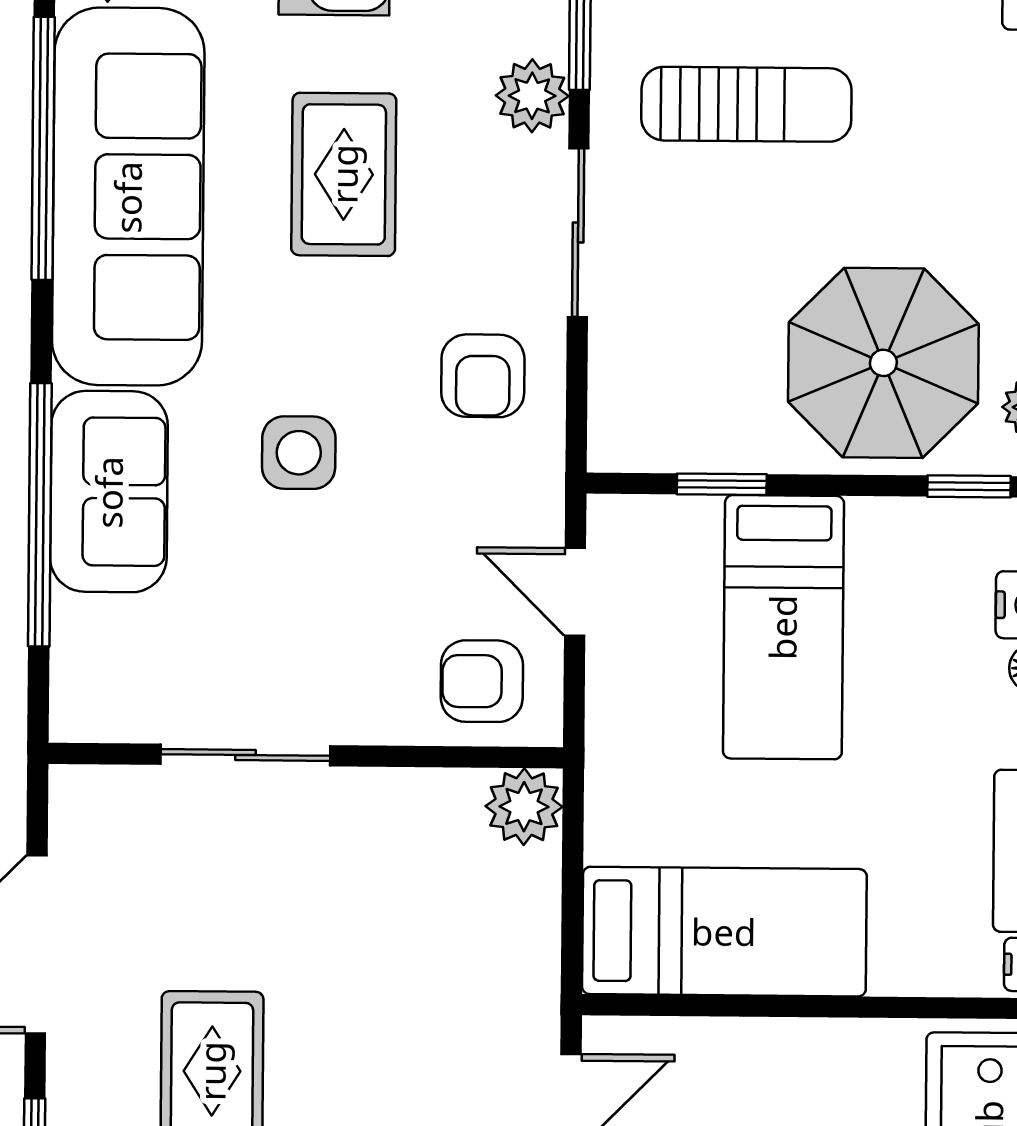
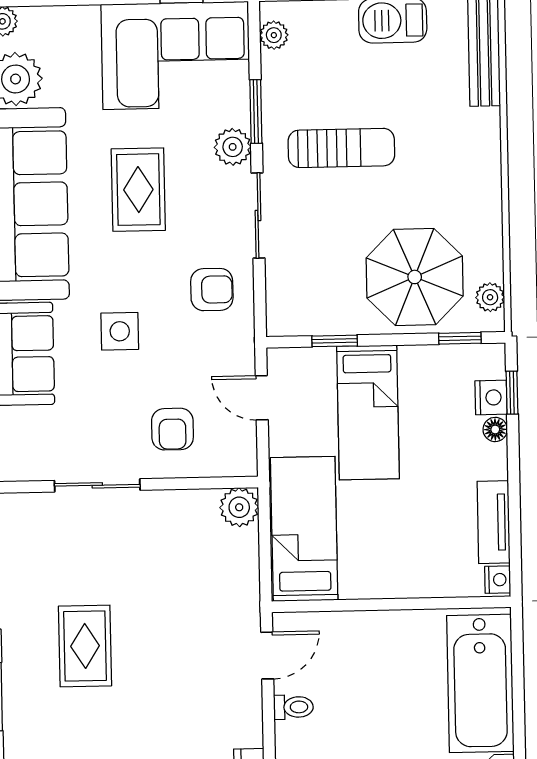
armchair: (483, 376) -> (212, 290), turned -90
armchair: (482, 681) -> (172, 429), moved, turned -90
bed: (724, 932) -> (304, 529), moved, turned -90

